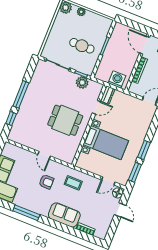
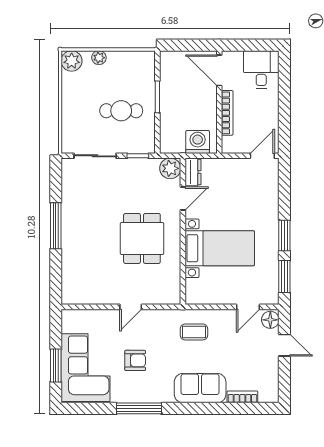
plant: (82, 82) -> (170, 168), moved
window: (11, 119) -> (56, 270), removed
dining table: (65, 120) -> (142, 238), turned 90
door: (44, 155) -> (131, 307), hinge flipped
armchair: (46, 182) -> (135, 360), moved

